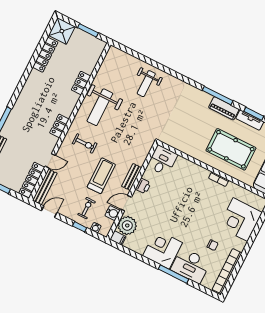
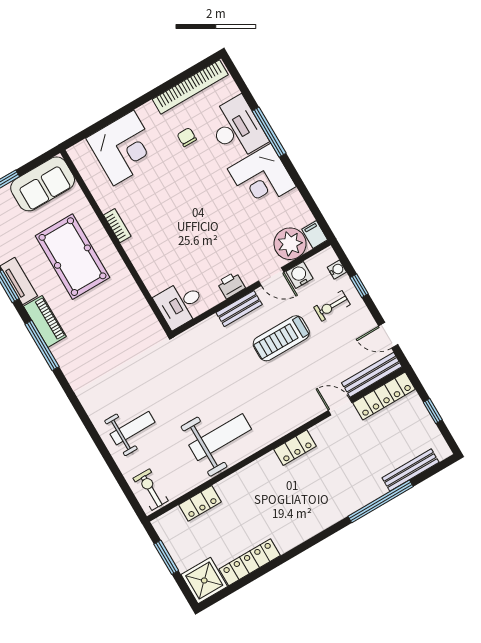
locker: (81, 83) -> (200, 503), moved
exercise bike: (85, 143) -> (151, 490), moved

